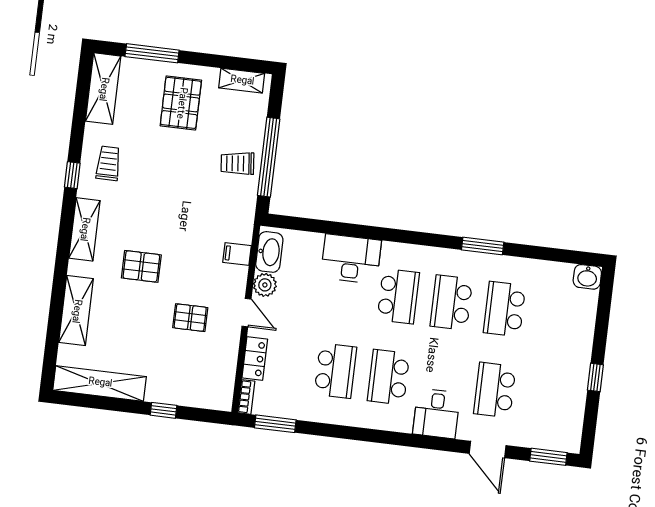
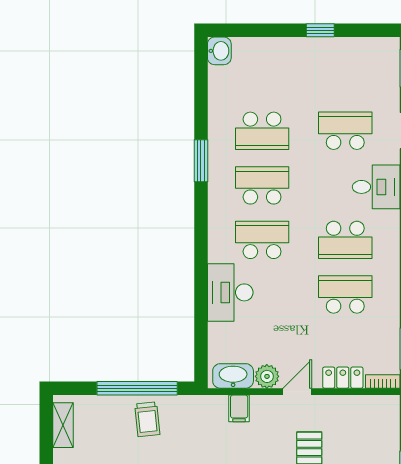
school desk: (451, 303) -> (262, 185), turned 180
school desk: (495, 390) -> (345, 131), turned 180

